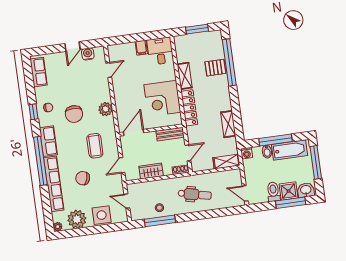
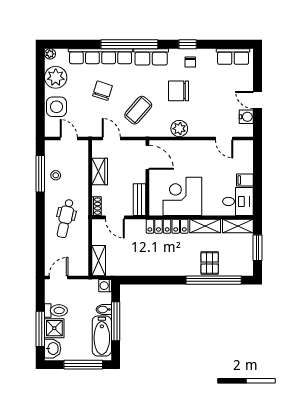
shelving: (228, 124) -> (238, 226), moved
coffee table: (95, 146) -> (138, 110), turned -49
door: (127, 201) -> (69, 139), hinge flipped

